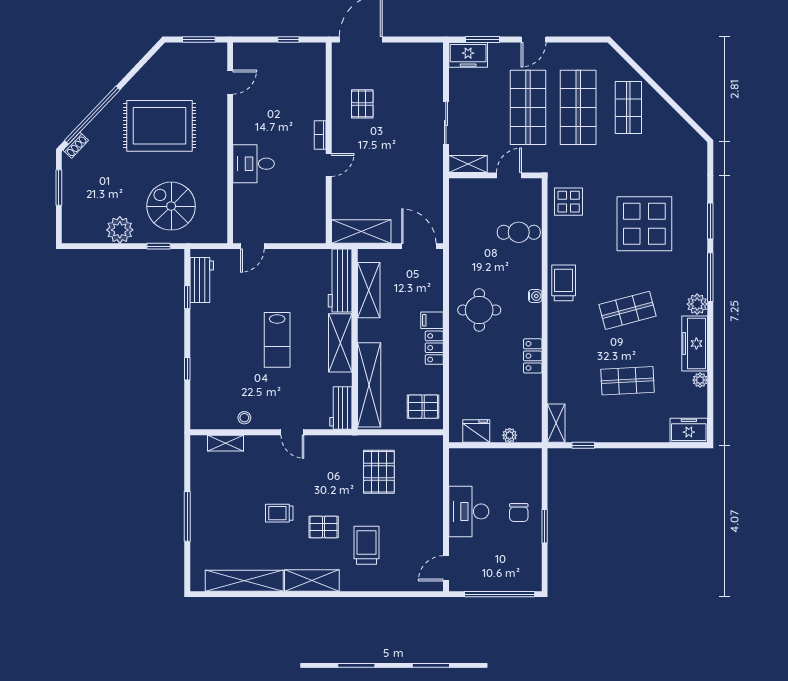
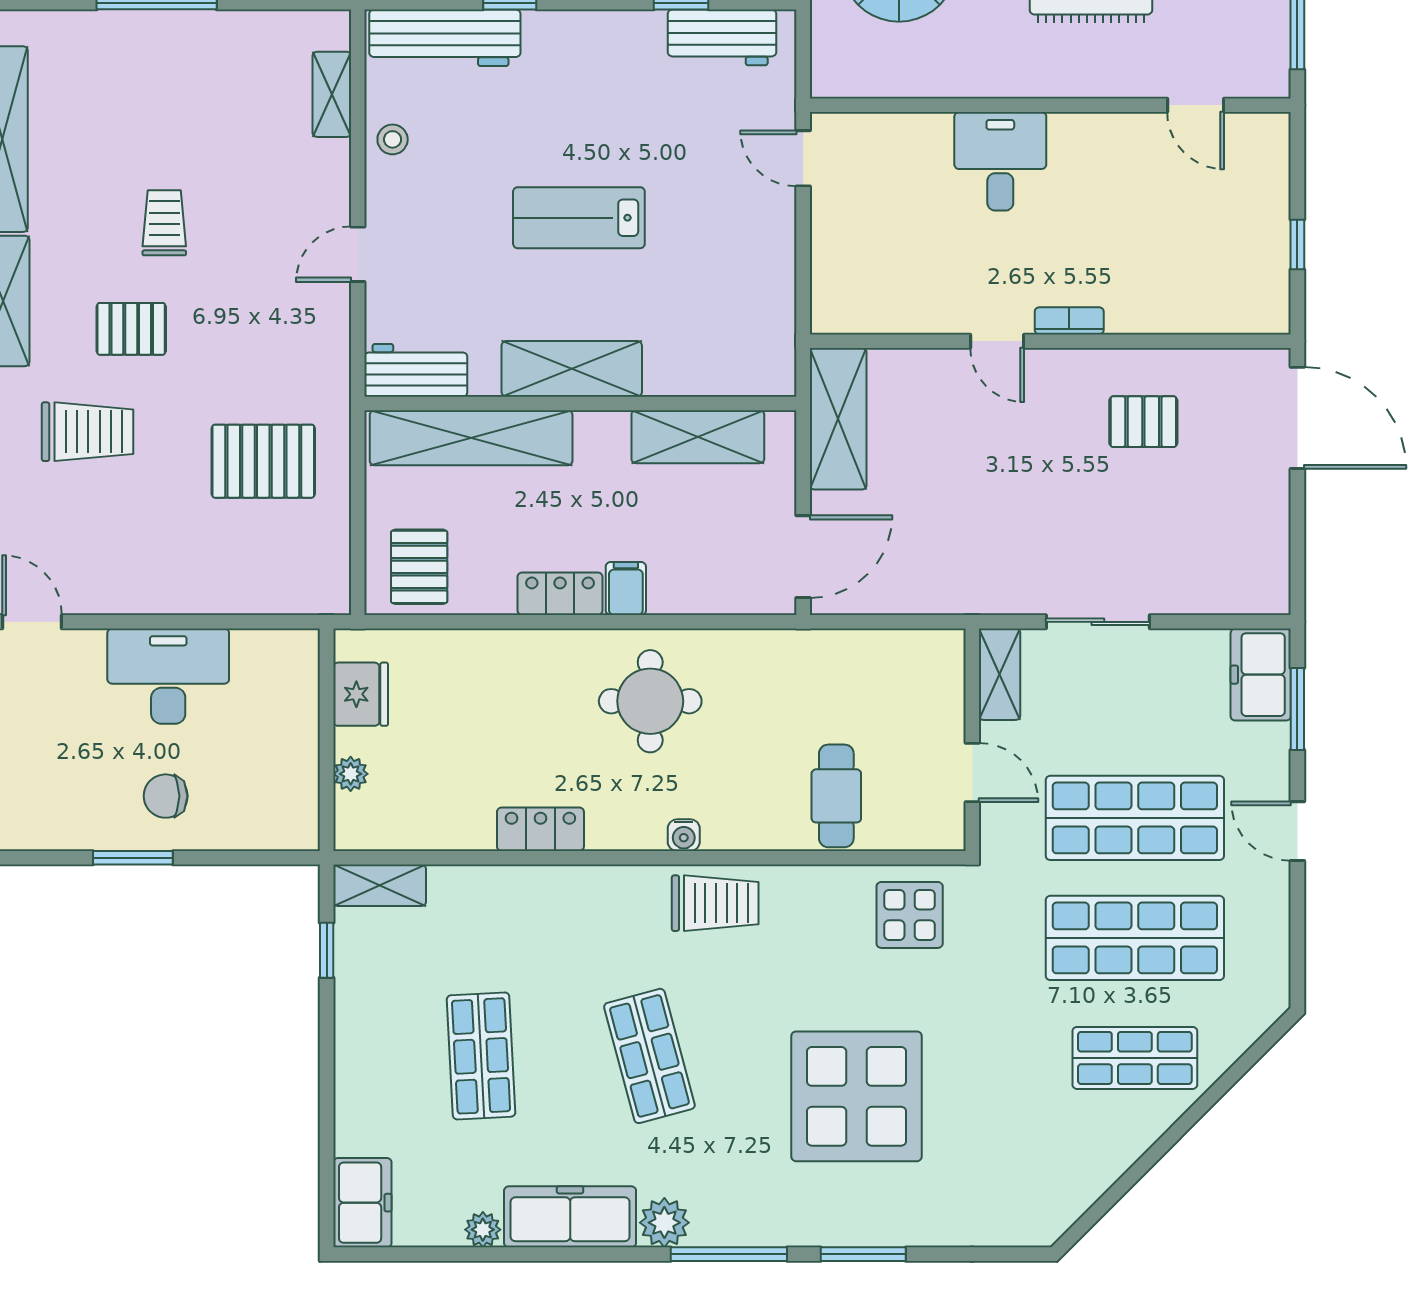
workbench: (340, 280) -> (445, 38), moved, turned 180
pallet: (324, 527) -> (131, 329), turned 90

